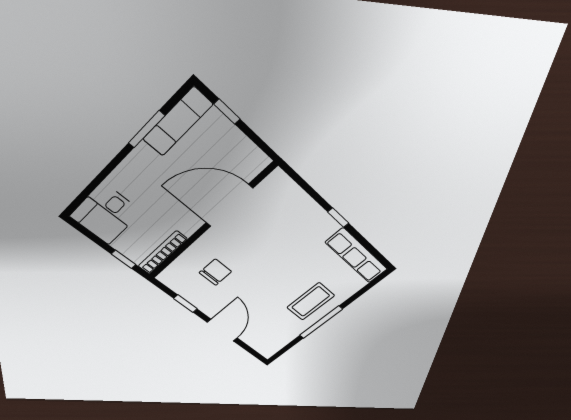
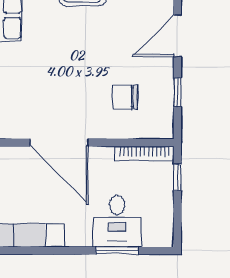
window: (146, 129) -> (117, 251), moved
desk: (106, 214) -> (117, 221), moved, turned 90

